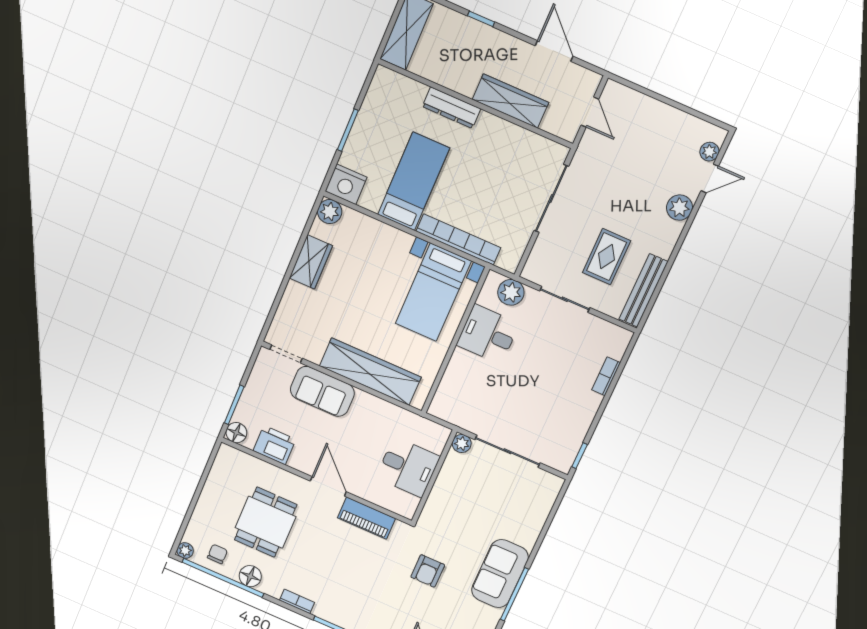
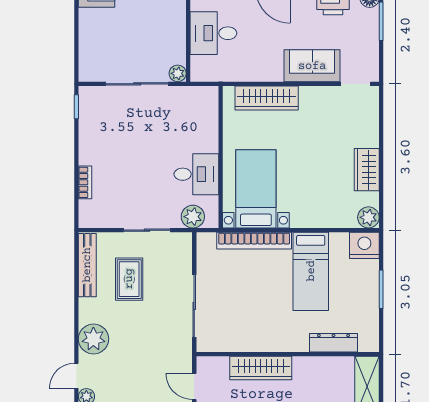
dresser: (451, 108) -> (333, 343), moved
plant: (679, 208) -> (93, 339), width x1.36, depth x1.36
wardrobe: (370, 372) -> (267, 98), width x0.71, depth x0.85

